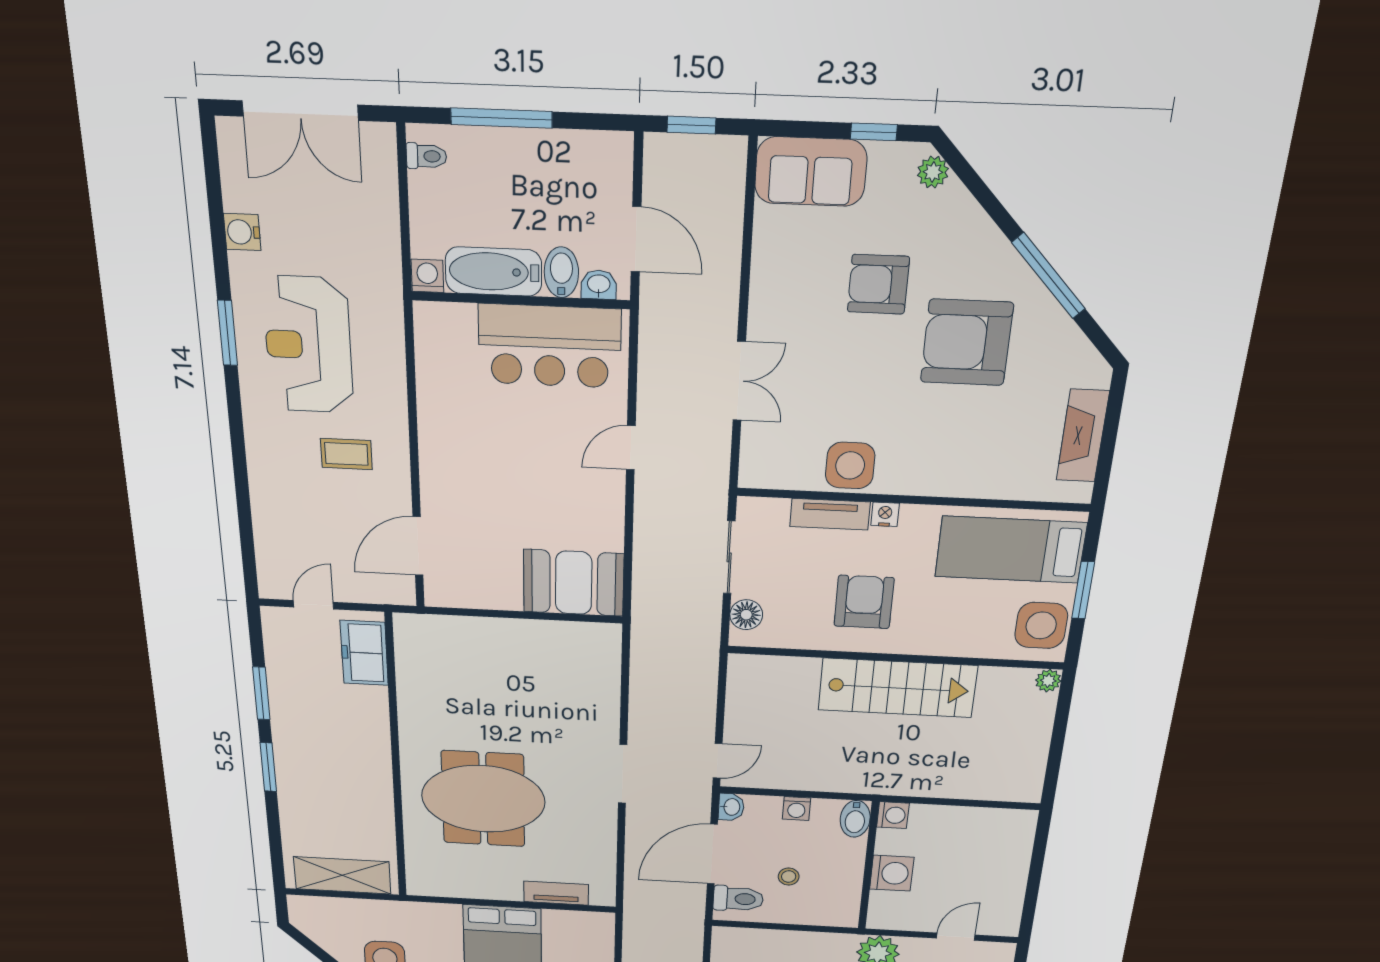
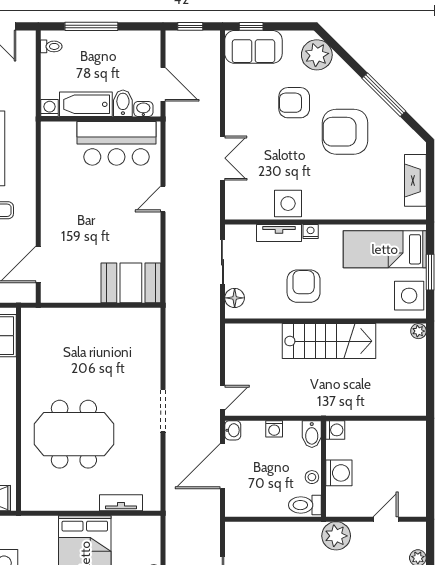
window: (874, 132) -> (251, 26), moved
plant: (933, 172) -> (317, 55), width x1.88, depth x1.88
stool: (789, 877) -> (312, 477), moved
toilet: (738, 899) -> (305, 505), moved, turned 180

